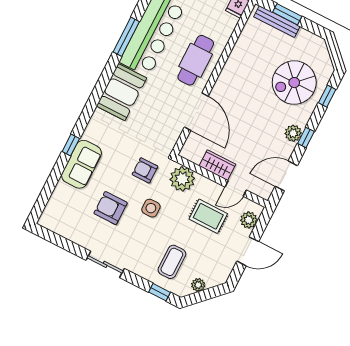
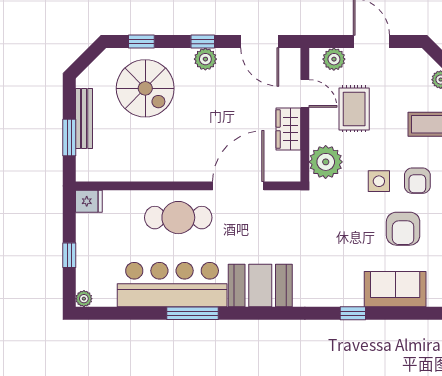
bench: (277, 22) -> (84, 118), moved
sofa: (82, 164) -> (395, 289), moved
armchair: (145, 170) -> (417, 181), moved

